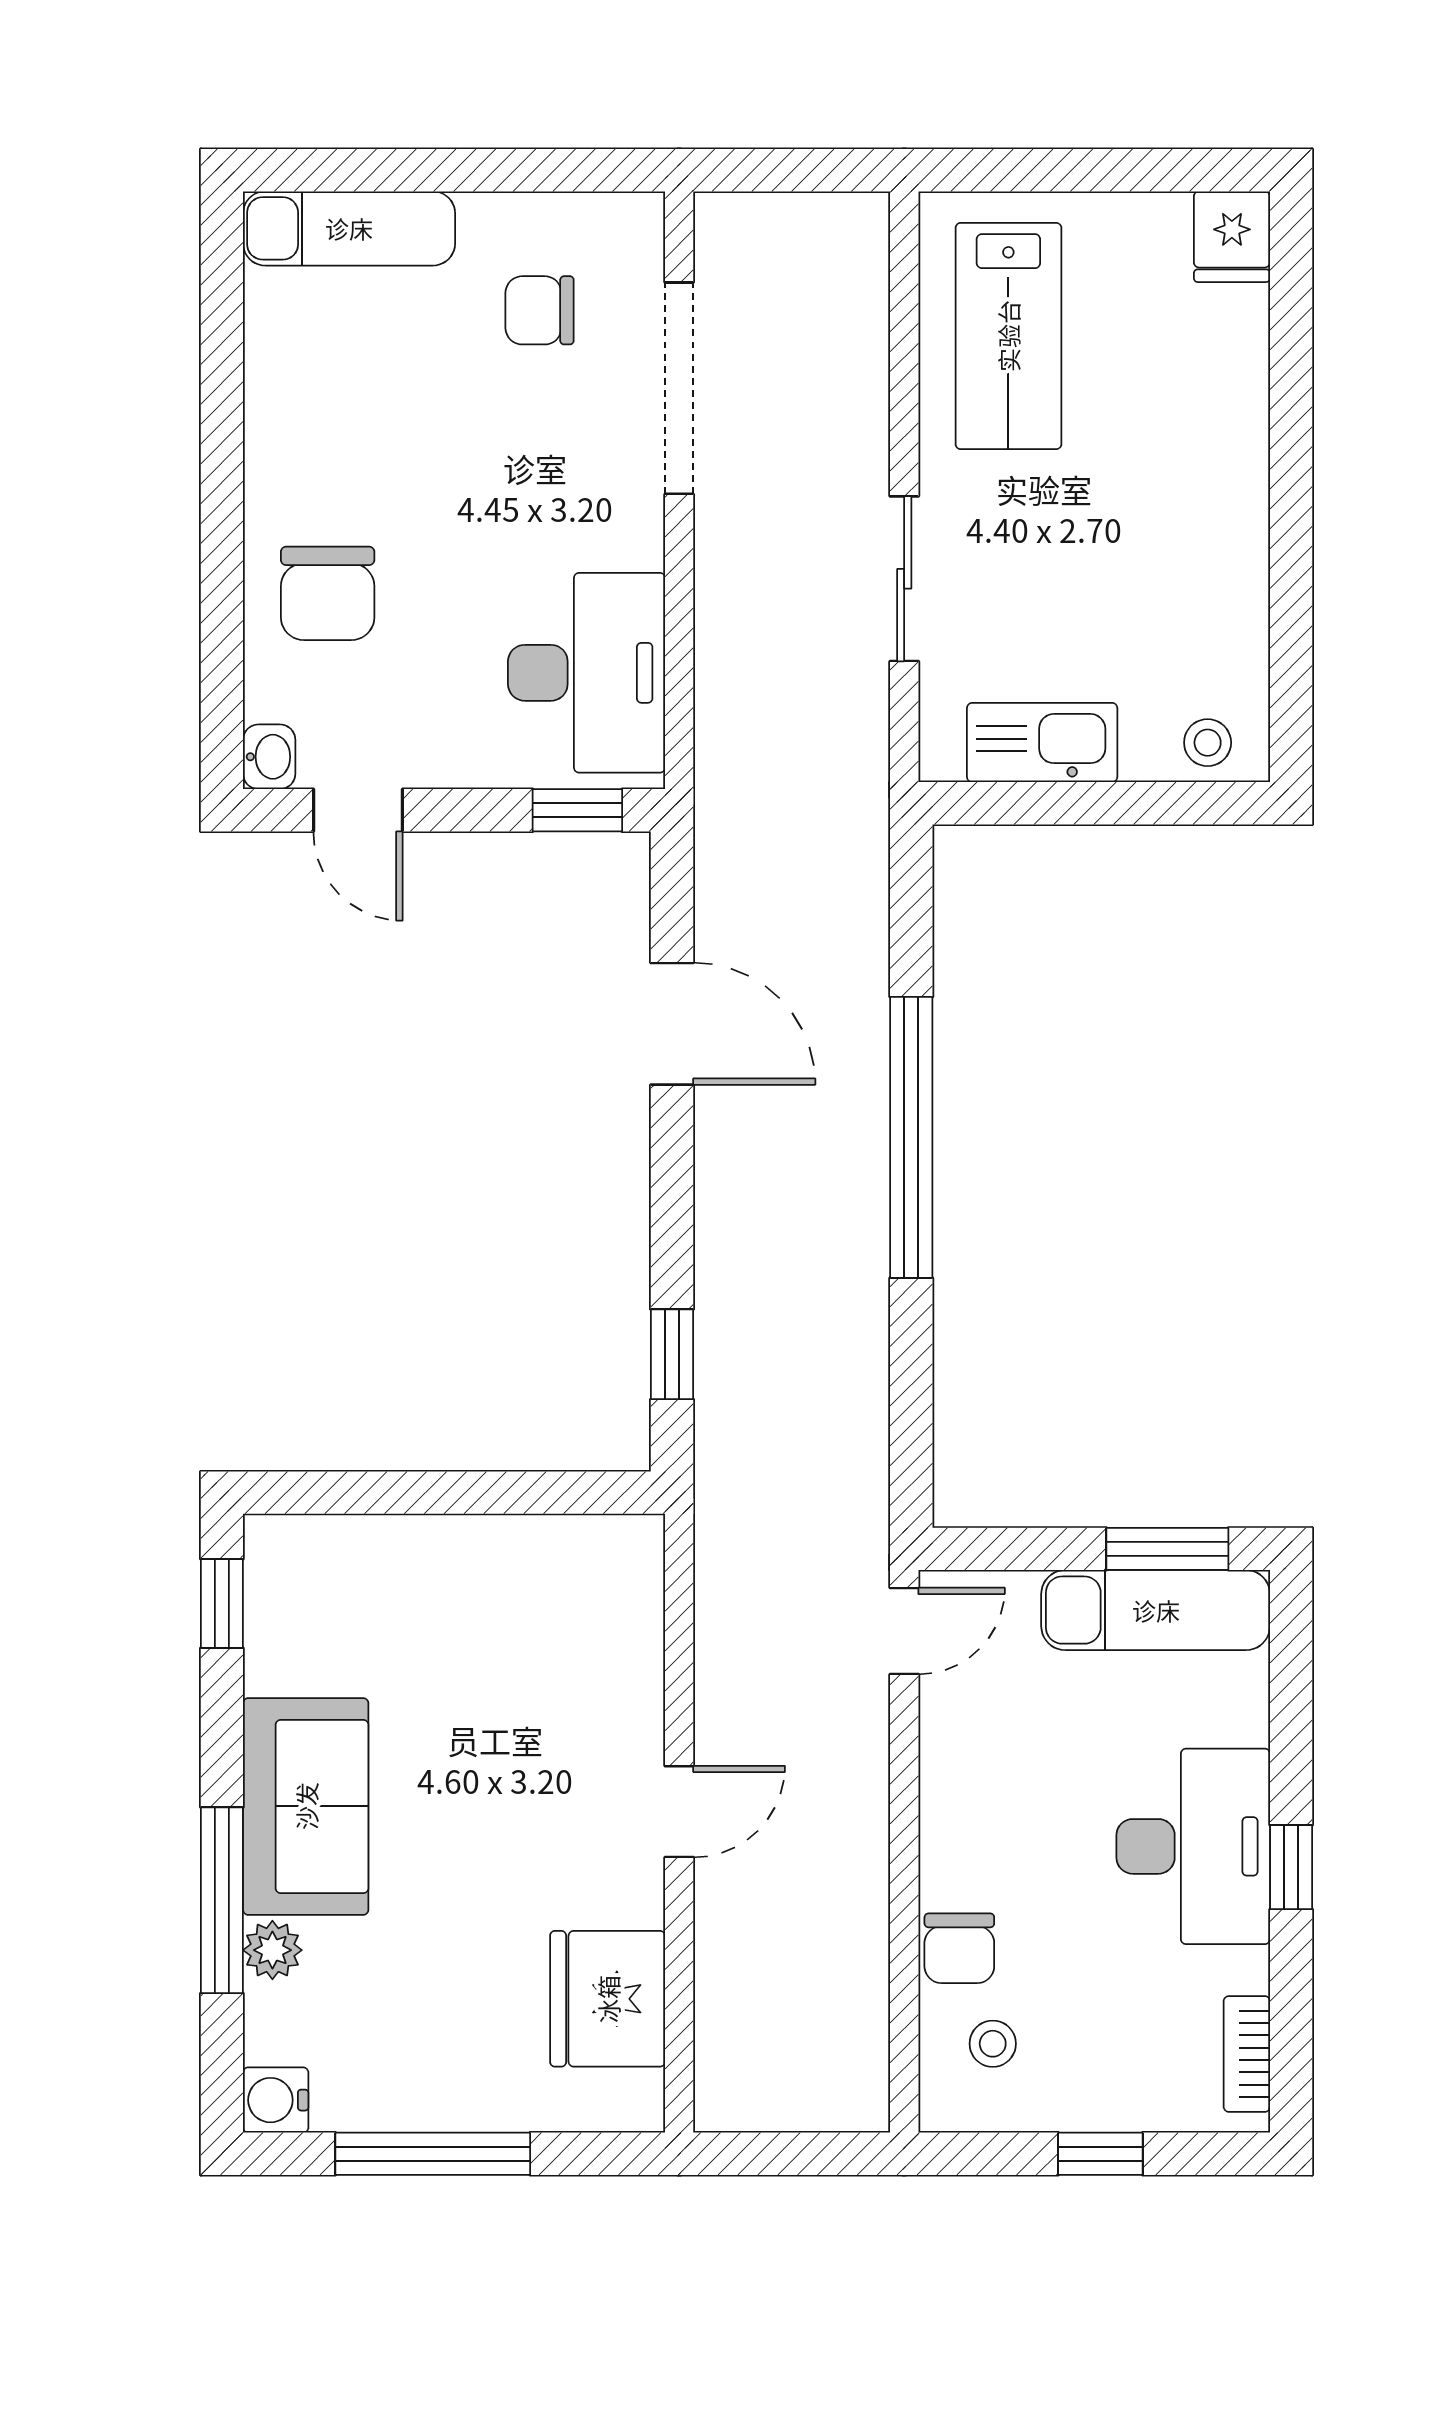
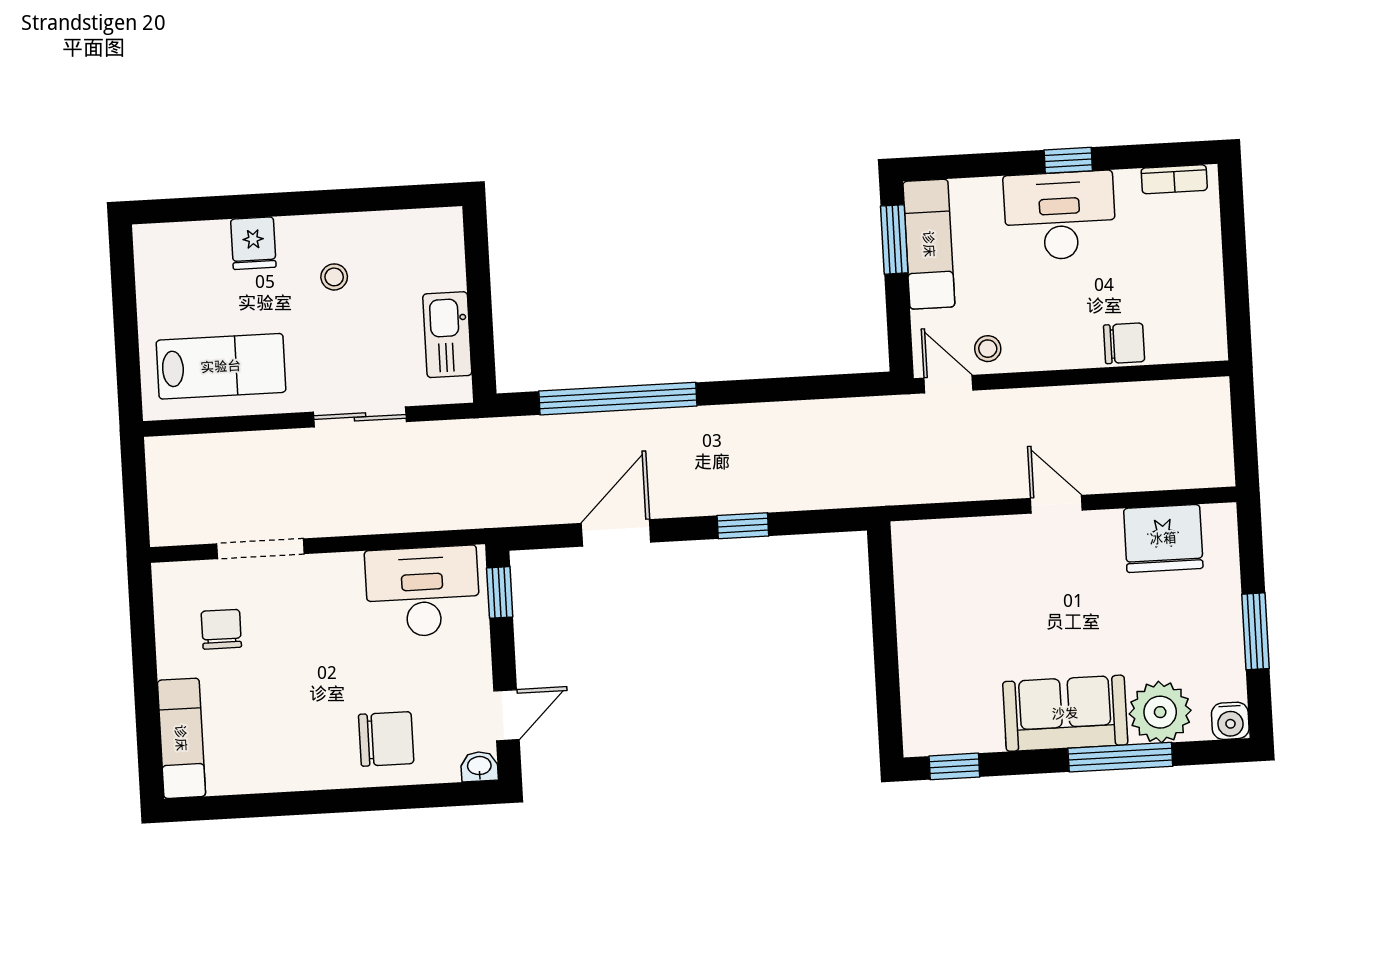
fridge: (1232, 237) -> (253, 243), moved, turned 90
chair: (540, 310) -> (221, 629), turned 180
doorway: (679, 388) -> (261, 549), width x0.73
stool: (1208, 743) -> (334, 277), moved
window: (911, 1137) -> (618, 399), moved
window: (672, 1354) -> (743, 526), moved
plant: (272, 1950) -> (1160, 712), width x1.87, depth x1.87
stool: (993, 2044) -> (988, 349), moved
window: (433, 2154) -> (1255, 631), width x0.69
window: (1100, 2154) -> (1235, 258), removed

